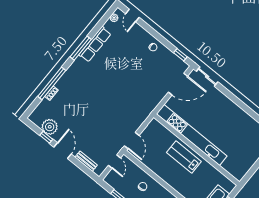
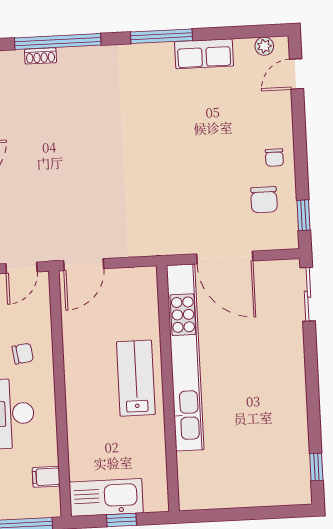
row of seats: (95, 44) -> (204, 54), width x0.68
chair: (164, 63) -> (264, 200), added
door: (178, 84) -> (225, 257), moved

